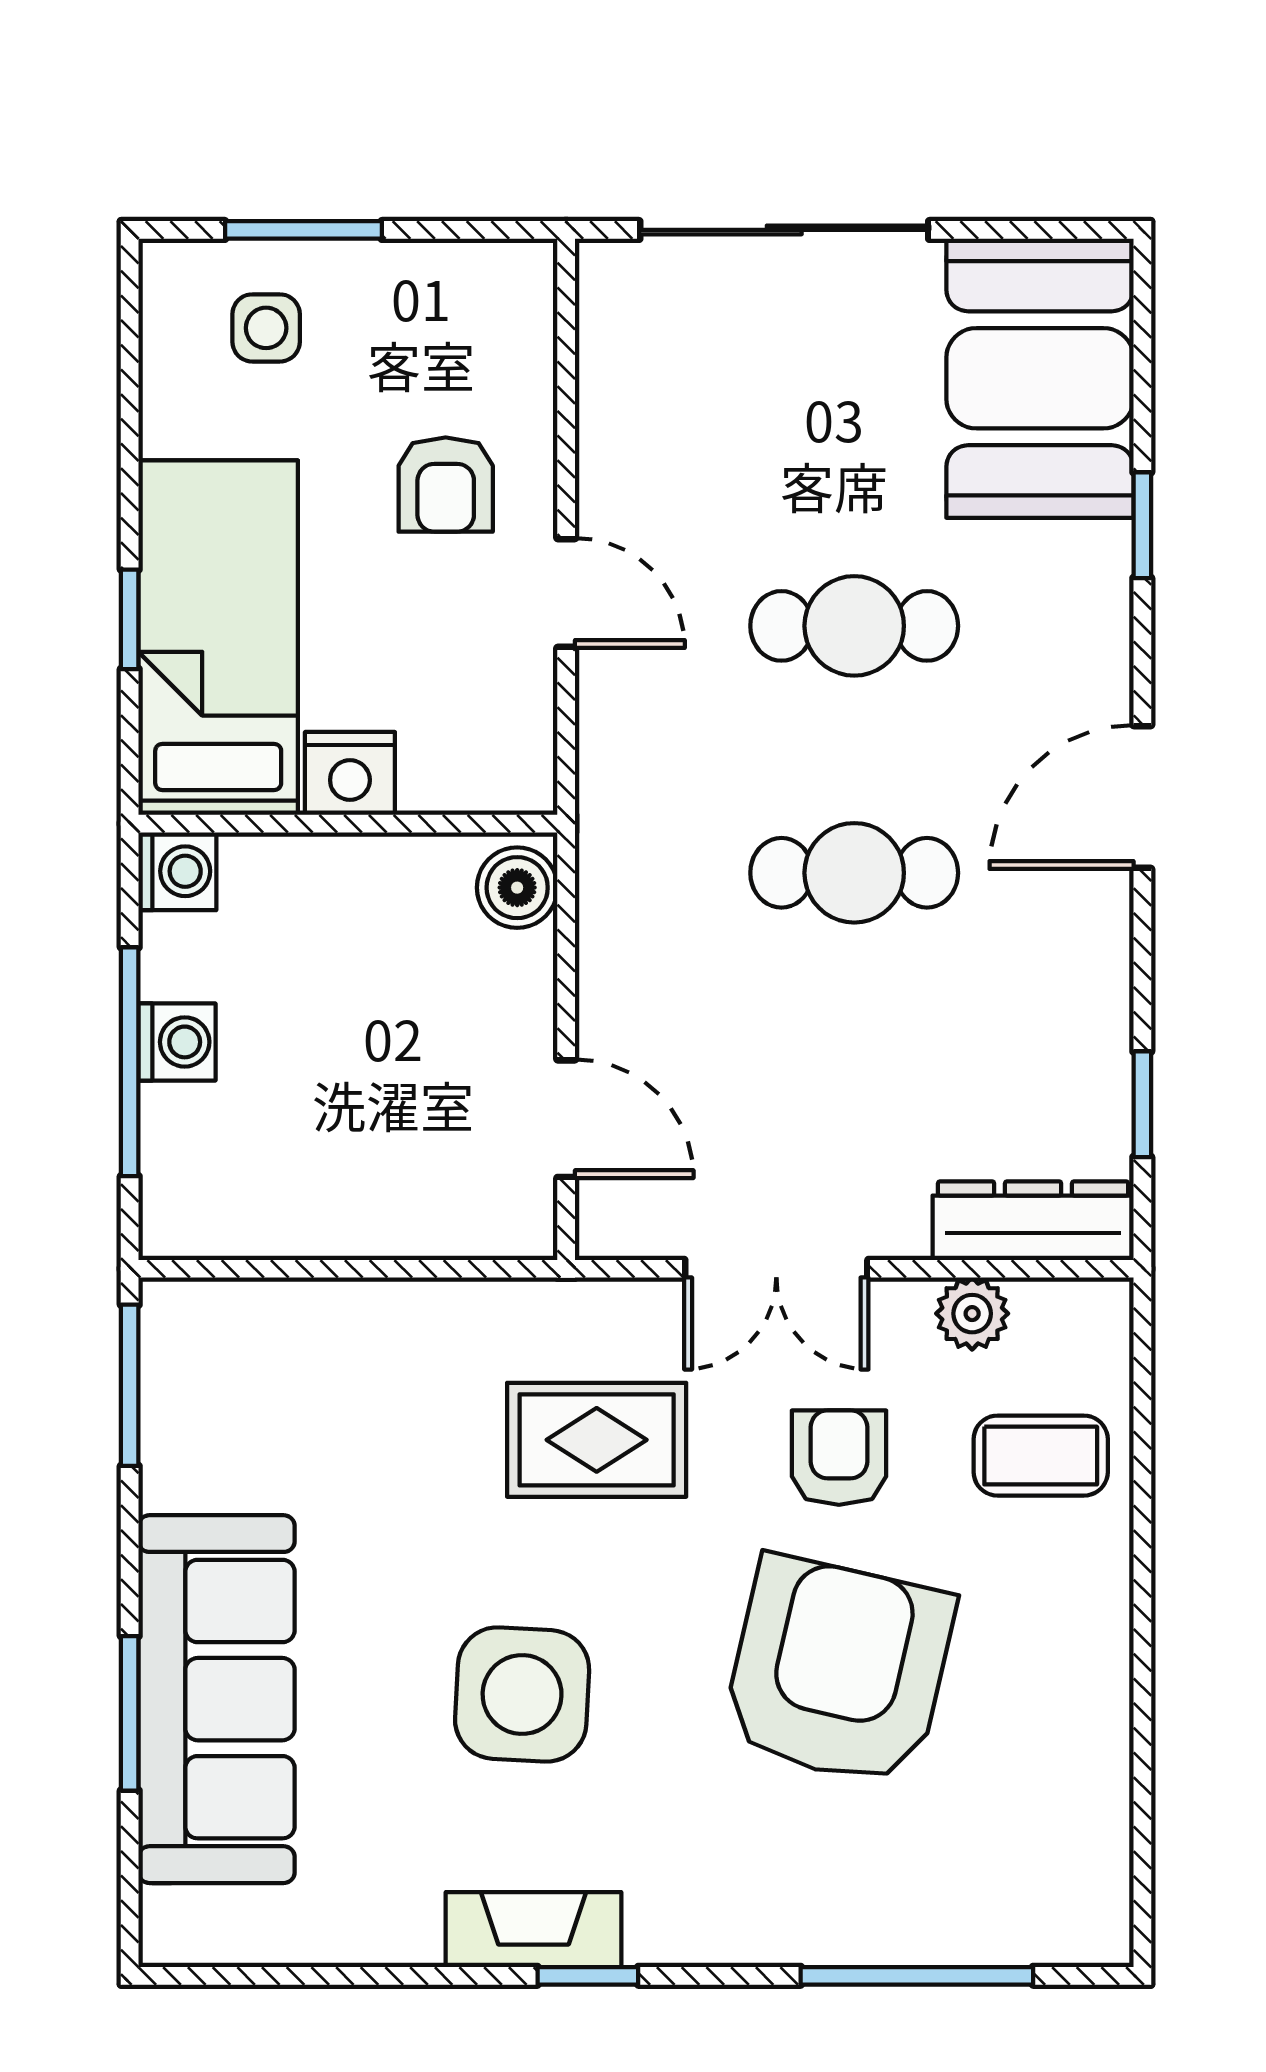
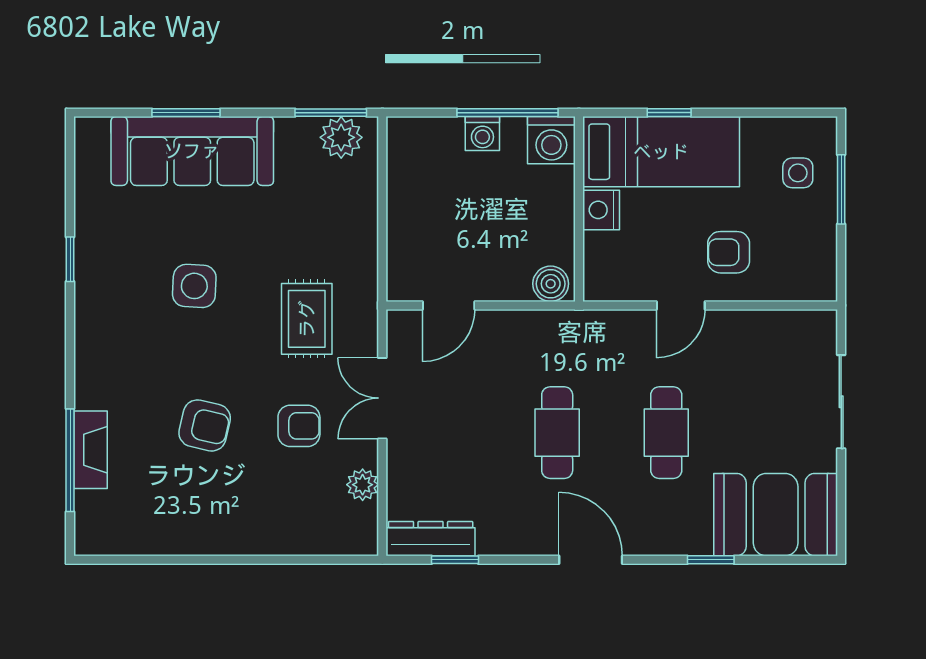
sliding door: (784, 230) -> (841, 402), width x0.73
washing machine: (177, 871) -> (551, 140), width x1.38, depth x1.38
window: (130, 1062) -> (508, 113), moved
dresser: (1033, 1221) -> (431, 539), moved, turned -90
plant: (186, 1362) -> (341, 137), added
coffee table: (1041, 1456) -> (300, 515), removed
armchair: (838, 1671) -> (205, 425), width x0.53, depth x0.53
side table: (522, 1694) -> (194, 286), width x0.73, depth x0.73
fireplace: (533, 1930) -> (90, 450), moved
window: (588, 1976) -> (70, 259), moved

